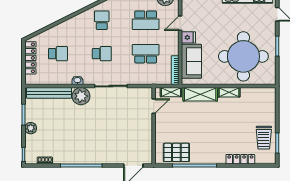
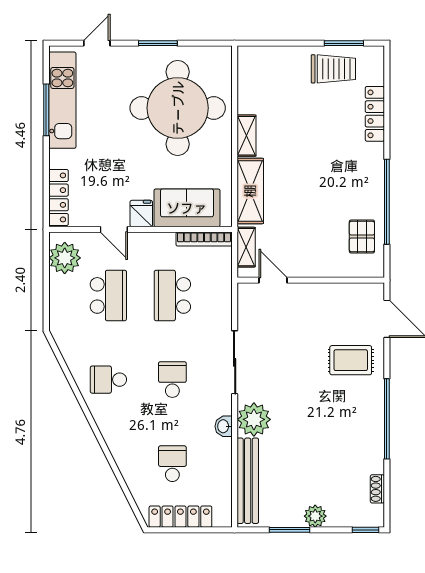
rug: (112, 147) -> (351, 360), added
pallet: (176, 152) -> (362, 237), width x0.67, depth x0.71

